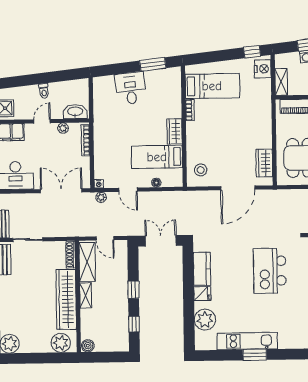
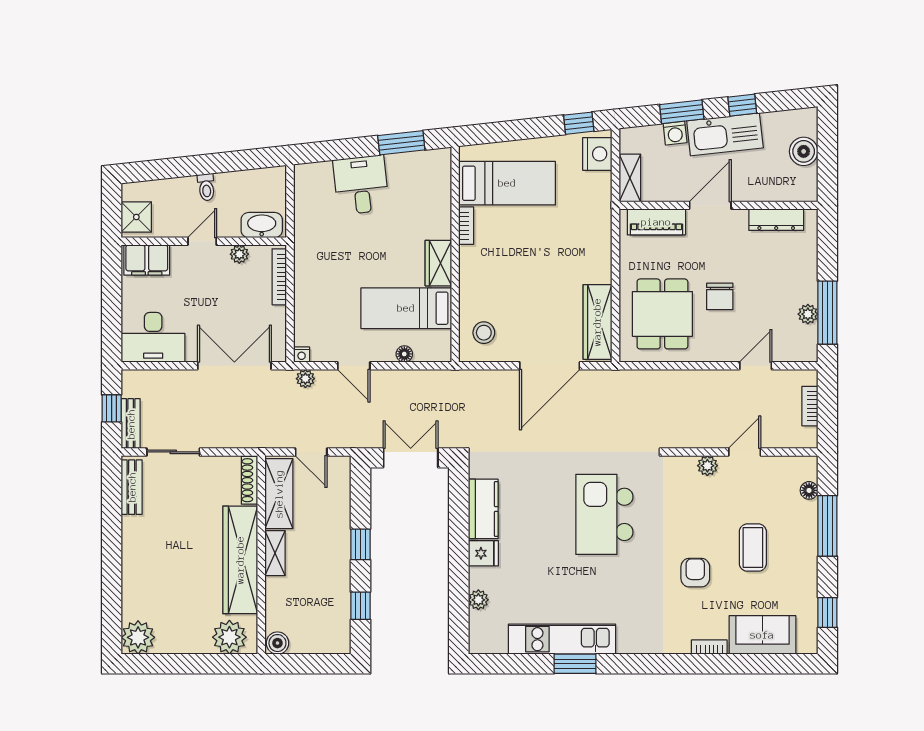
wardrobe: (264, 163) -> (597, 322), width x1.50
plant: (205, 320) -> (478, 600), width x0.53, depth x0.53

